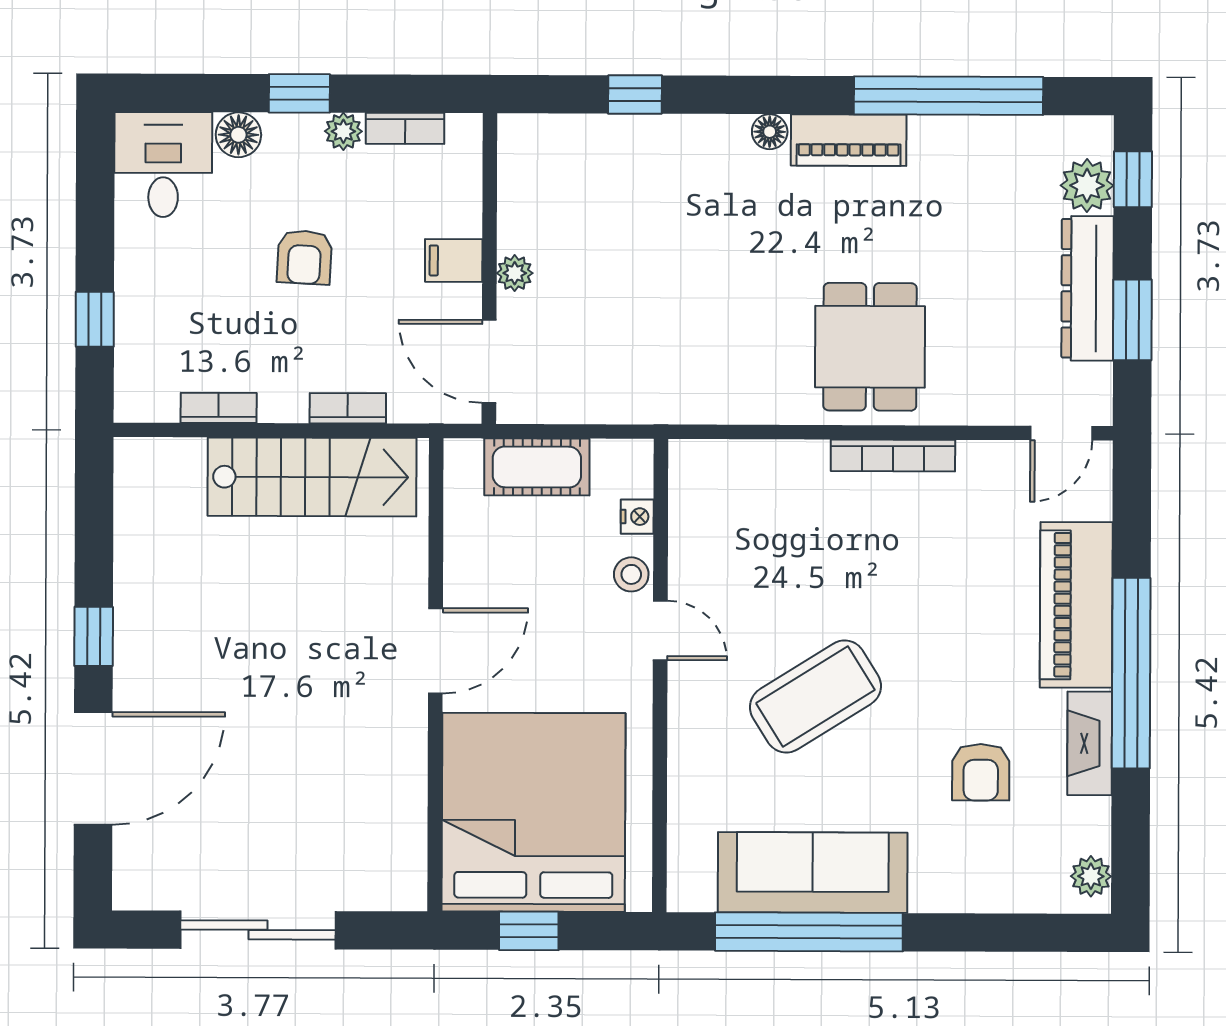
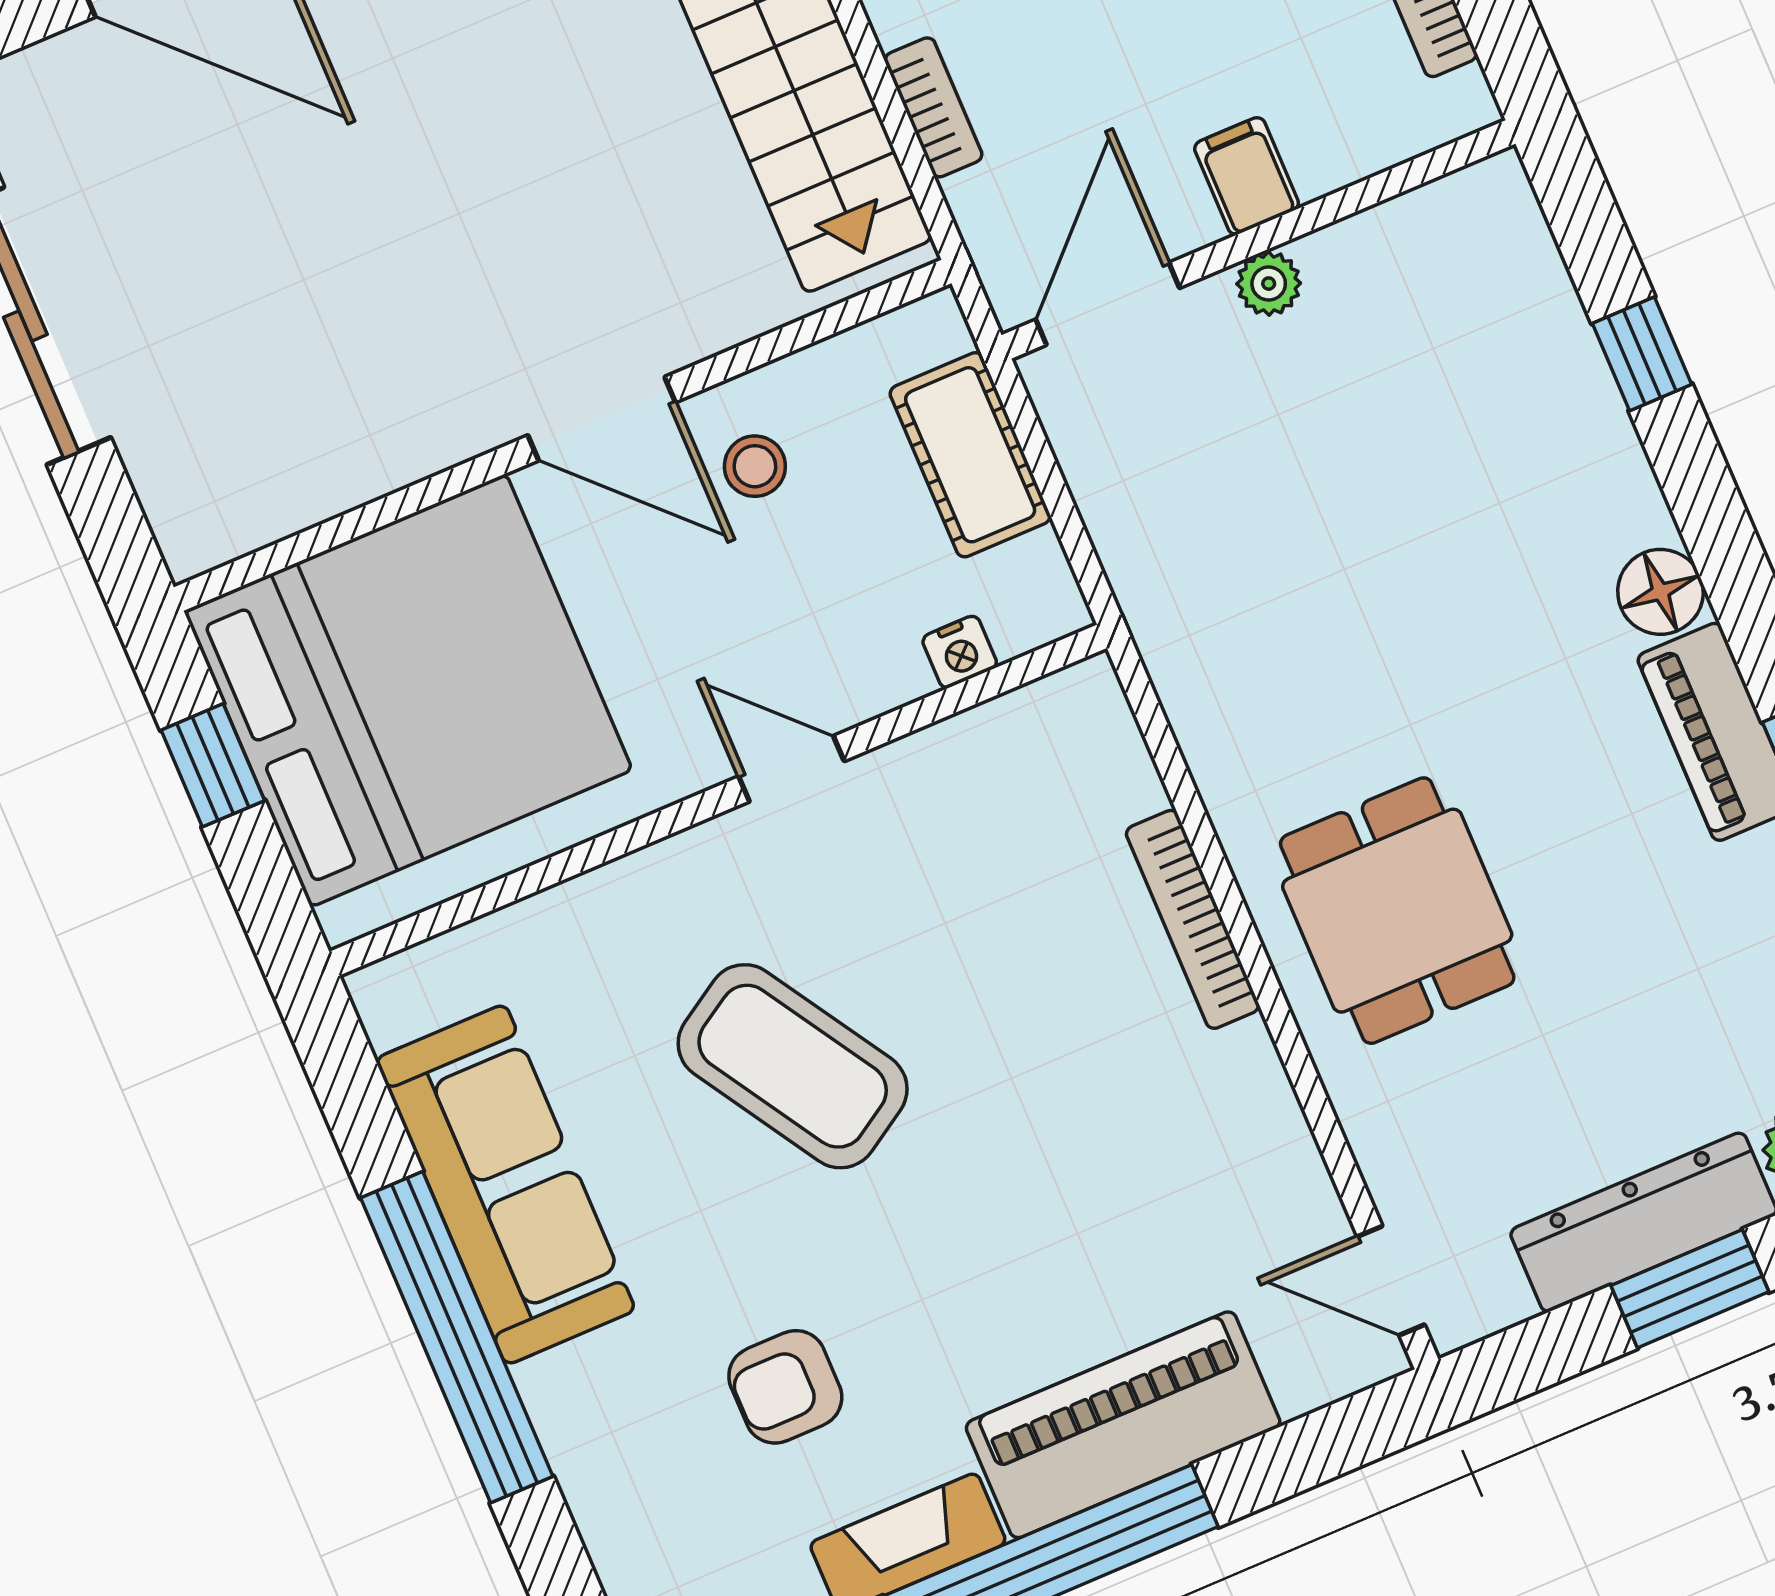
floor lamp: (770, 132) -> (1660, 592), width x1.37, depth x1.37
window: (1132, 320) -> (1690, 1289), moved
dining table: (870, 347) -> (1397, 911), turned 90
bookcase: (893, 456) -> (1193, 919), moved
stool: (631, 574) -> (755, 466), moved
door: (660, 630) -> (791, 769), swing flipped
window: (809, 932) -> (457, 1337), moved

